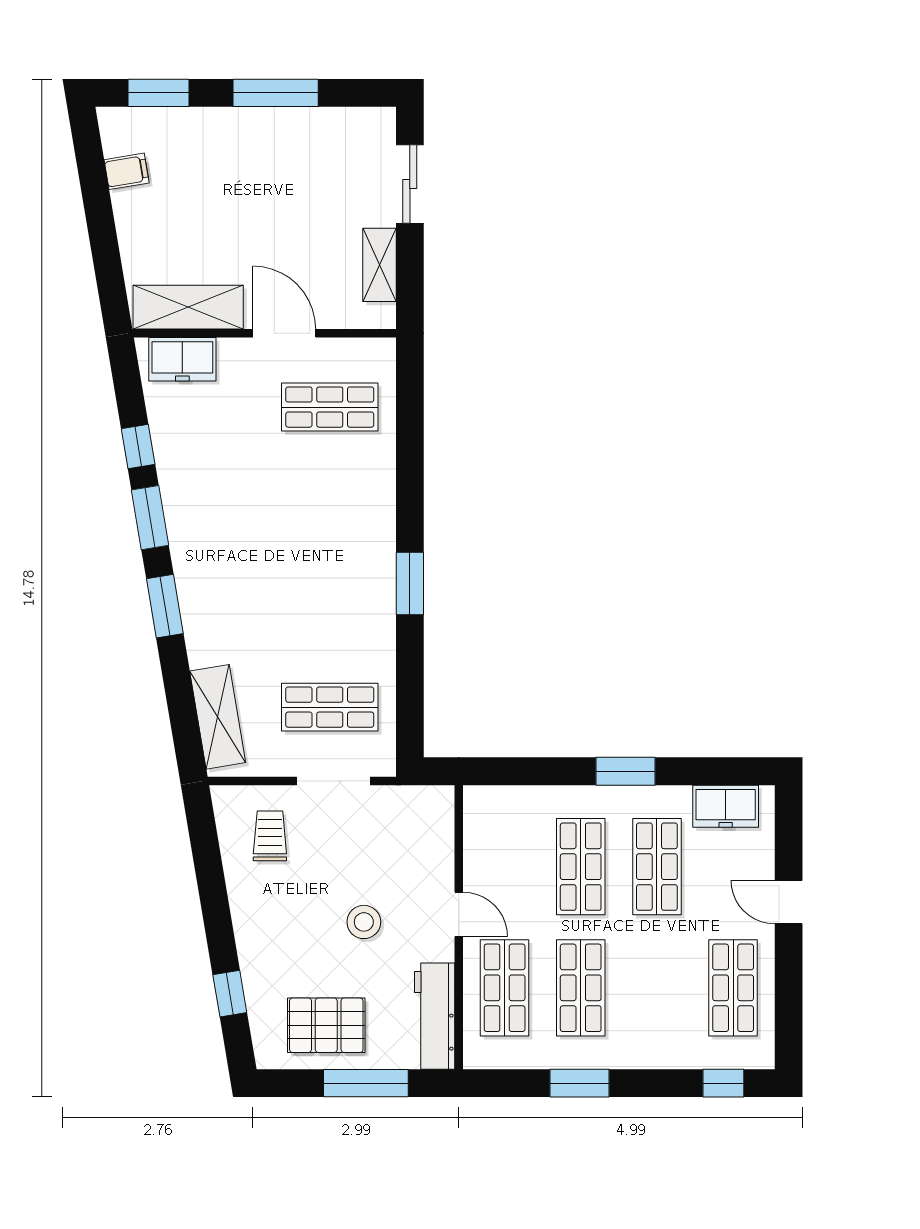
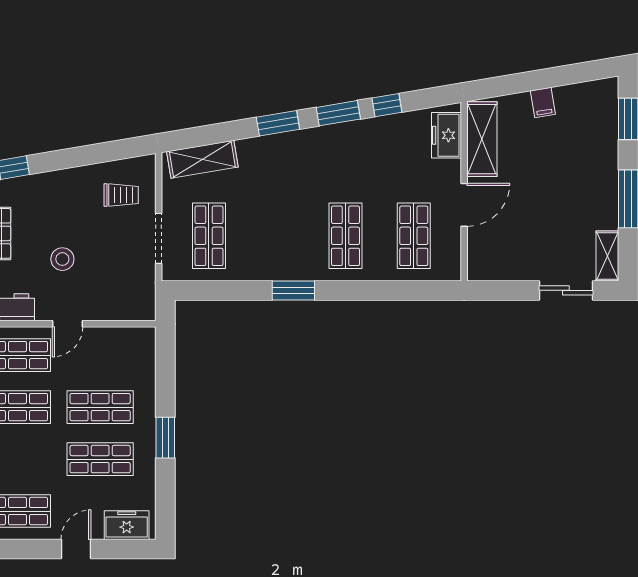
filing cabinet: (127, 171) -> (543, 102), moved
shelving: (379, 265) -> (607, 256), moved, turned 90
shop shelf: (330, 507) -> (346, 236), added
freezer: (726, 806) -> (127, 525), moved, turned 90

